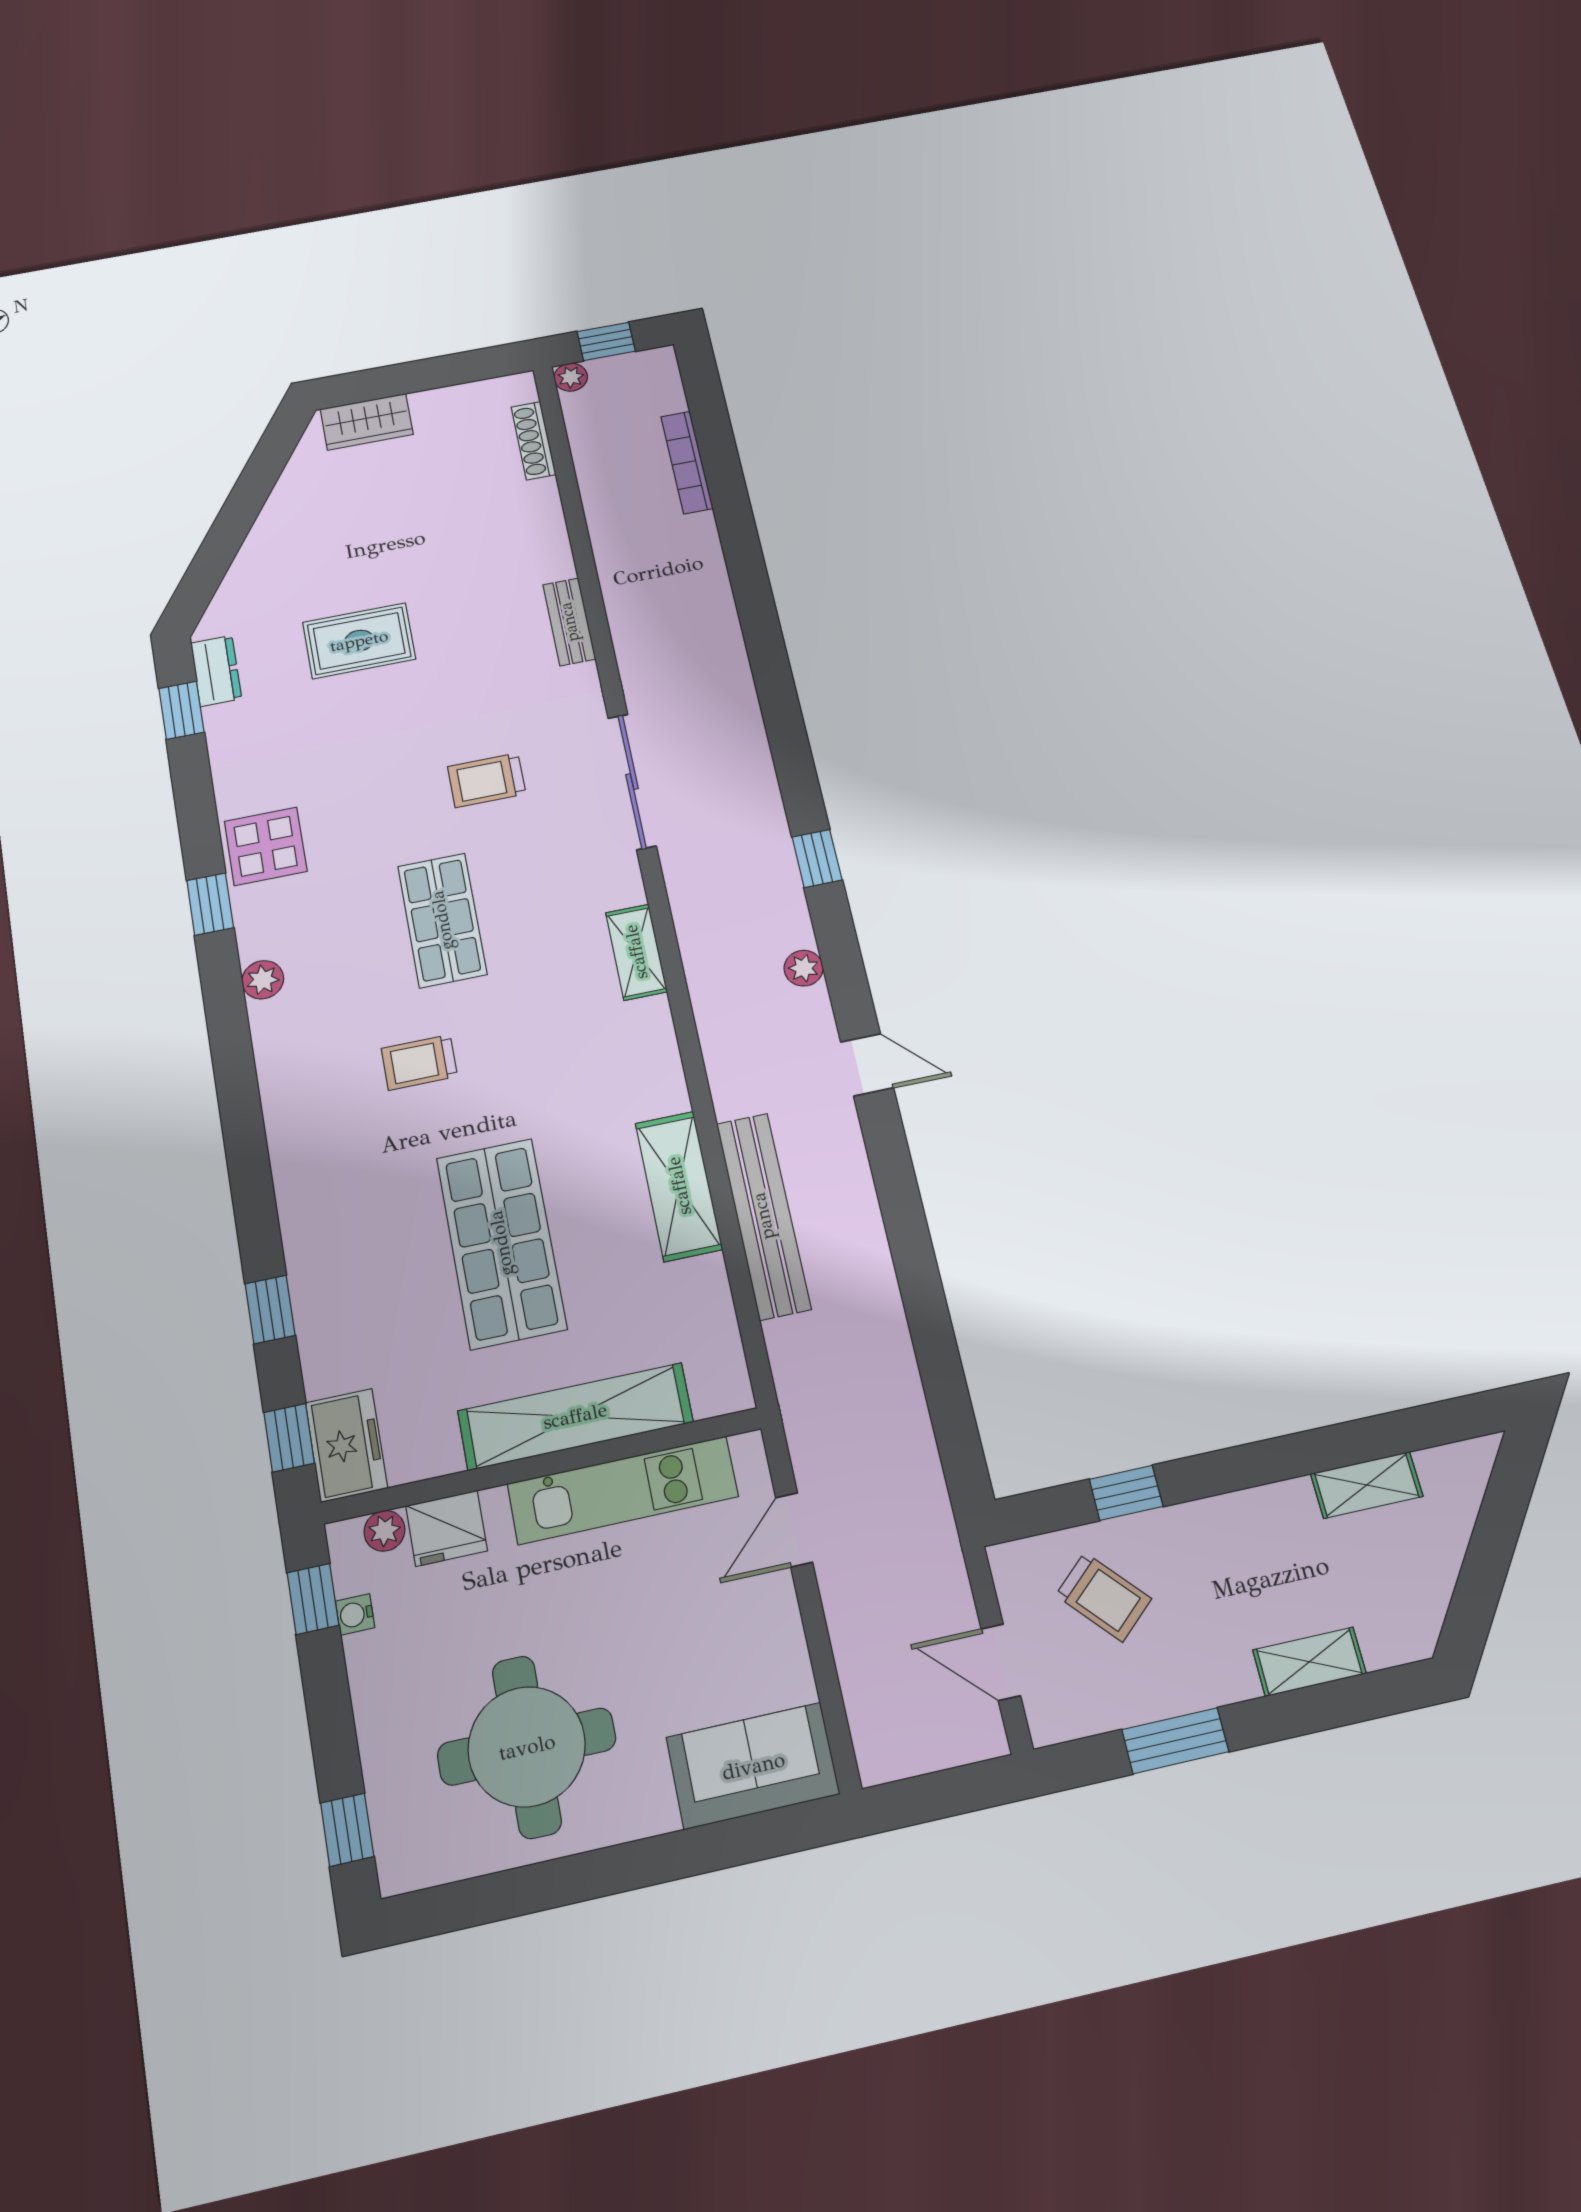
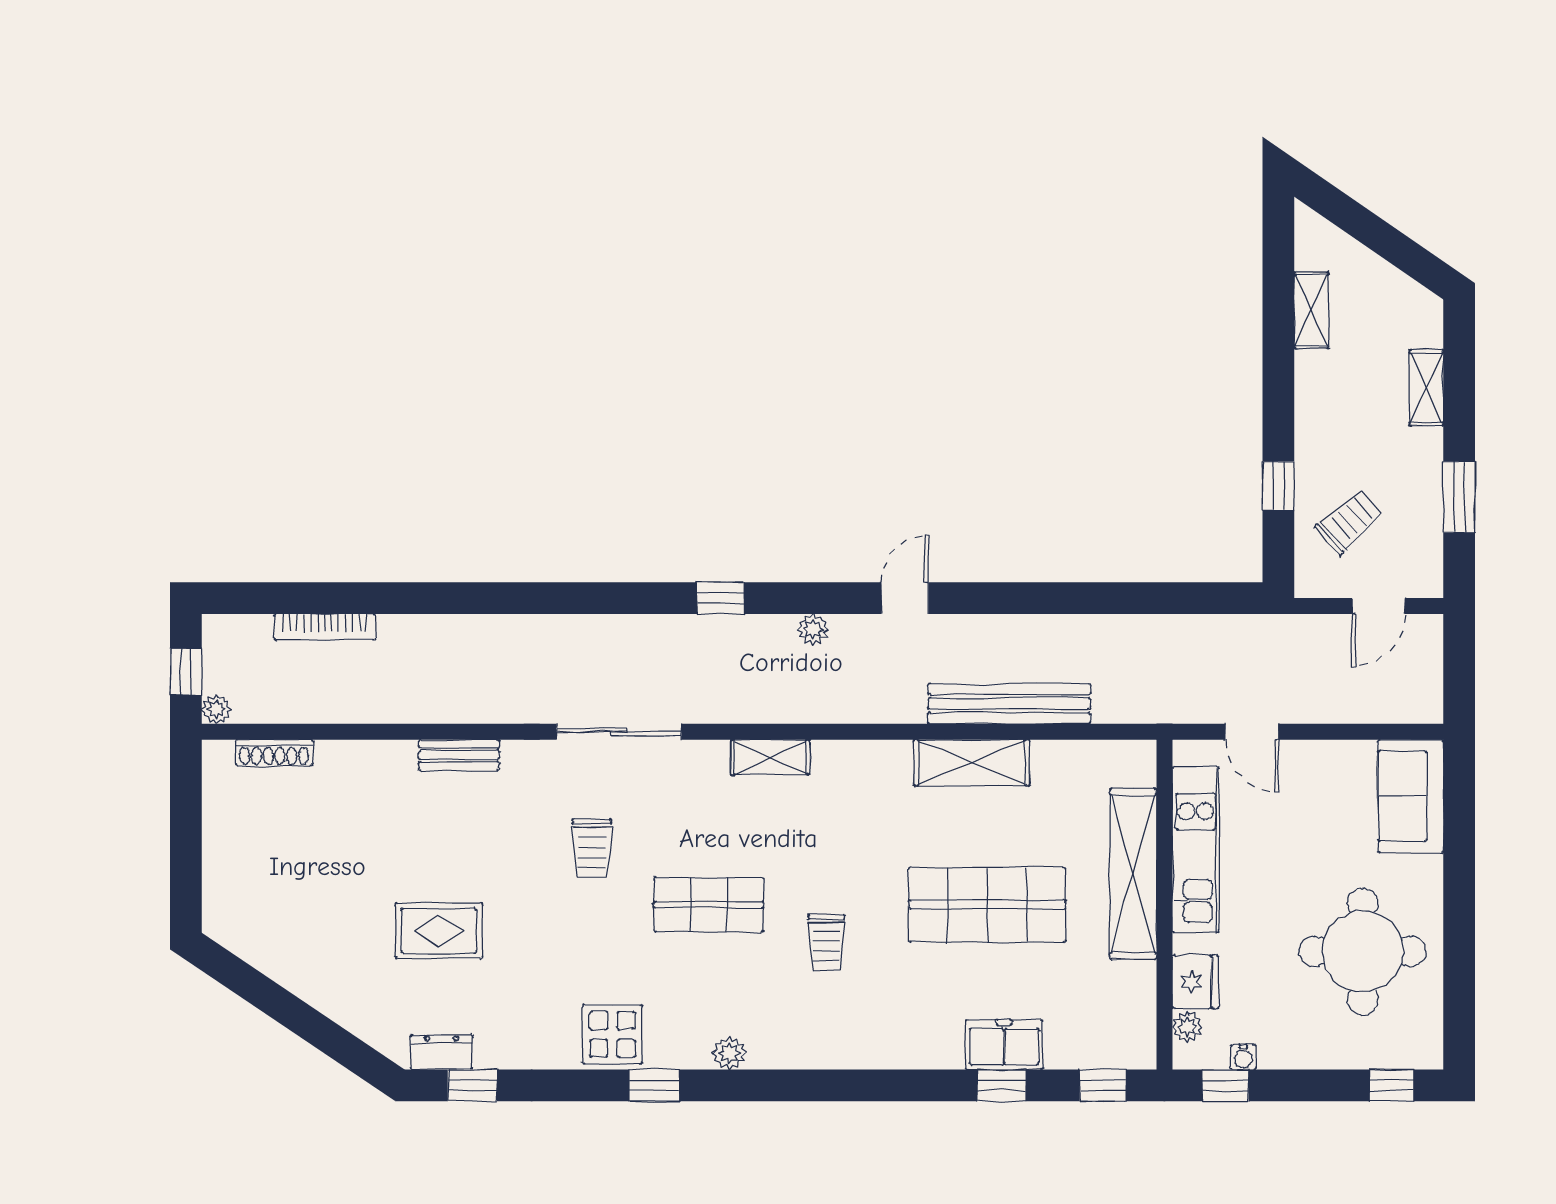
wardrobe: (367, 422) -> (223, 891), removed
rug: (359, 641) -> (439, 931), turned 90
freezer: (346, 1445) -> (1004, 1045), moved

